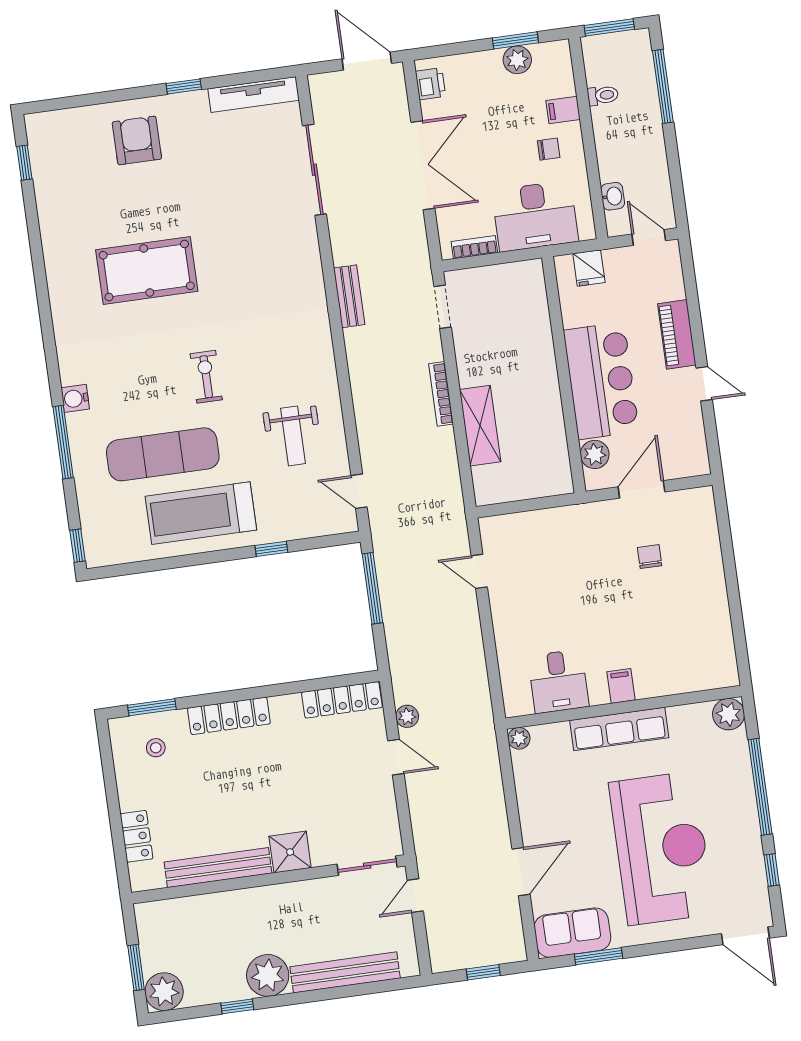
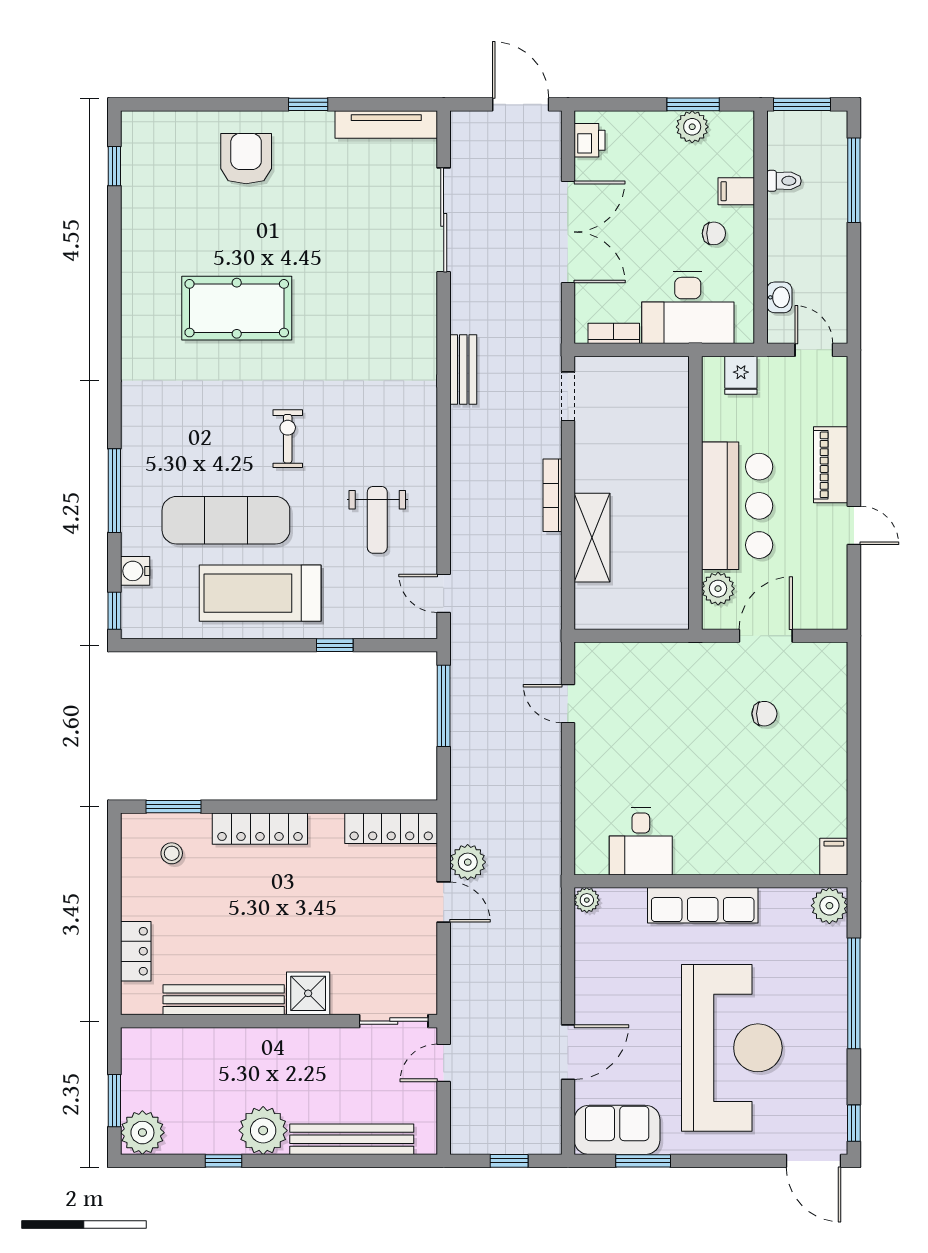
water cooler: (75, 398) -> (135, 571), moved
chair: (650, 557) -> (764, 714), turned 90
filing cabinet: (621, 686) -> (834, 857), moved
plant: (407, 716) -> (468, 862), width x1.38, depth x1.38
window: (772, 870) -> (854, 1123), moved

